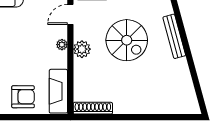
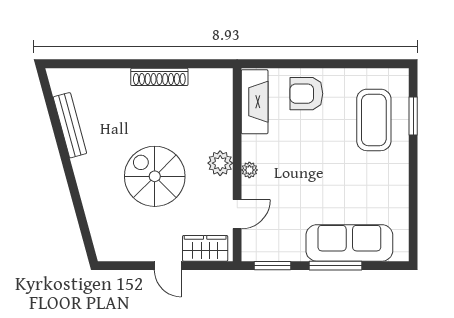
bench: (174, 36) -> (70, 125), moved
shoe rack: (93, 108) -> (159, 77), moved

